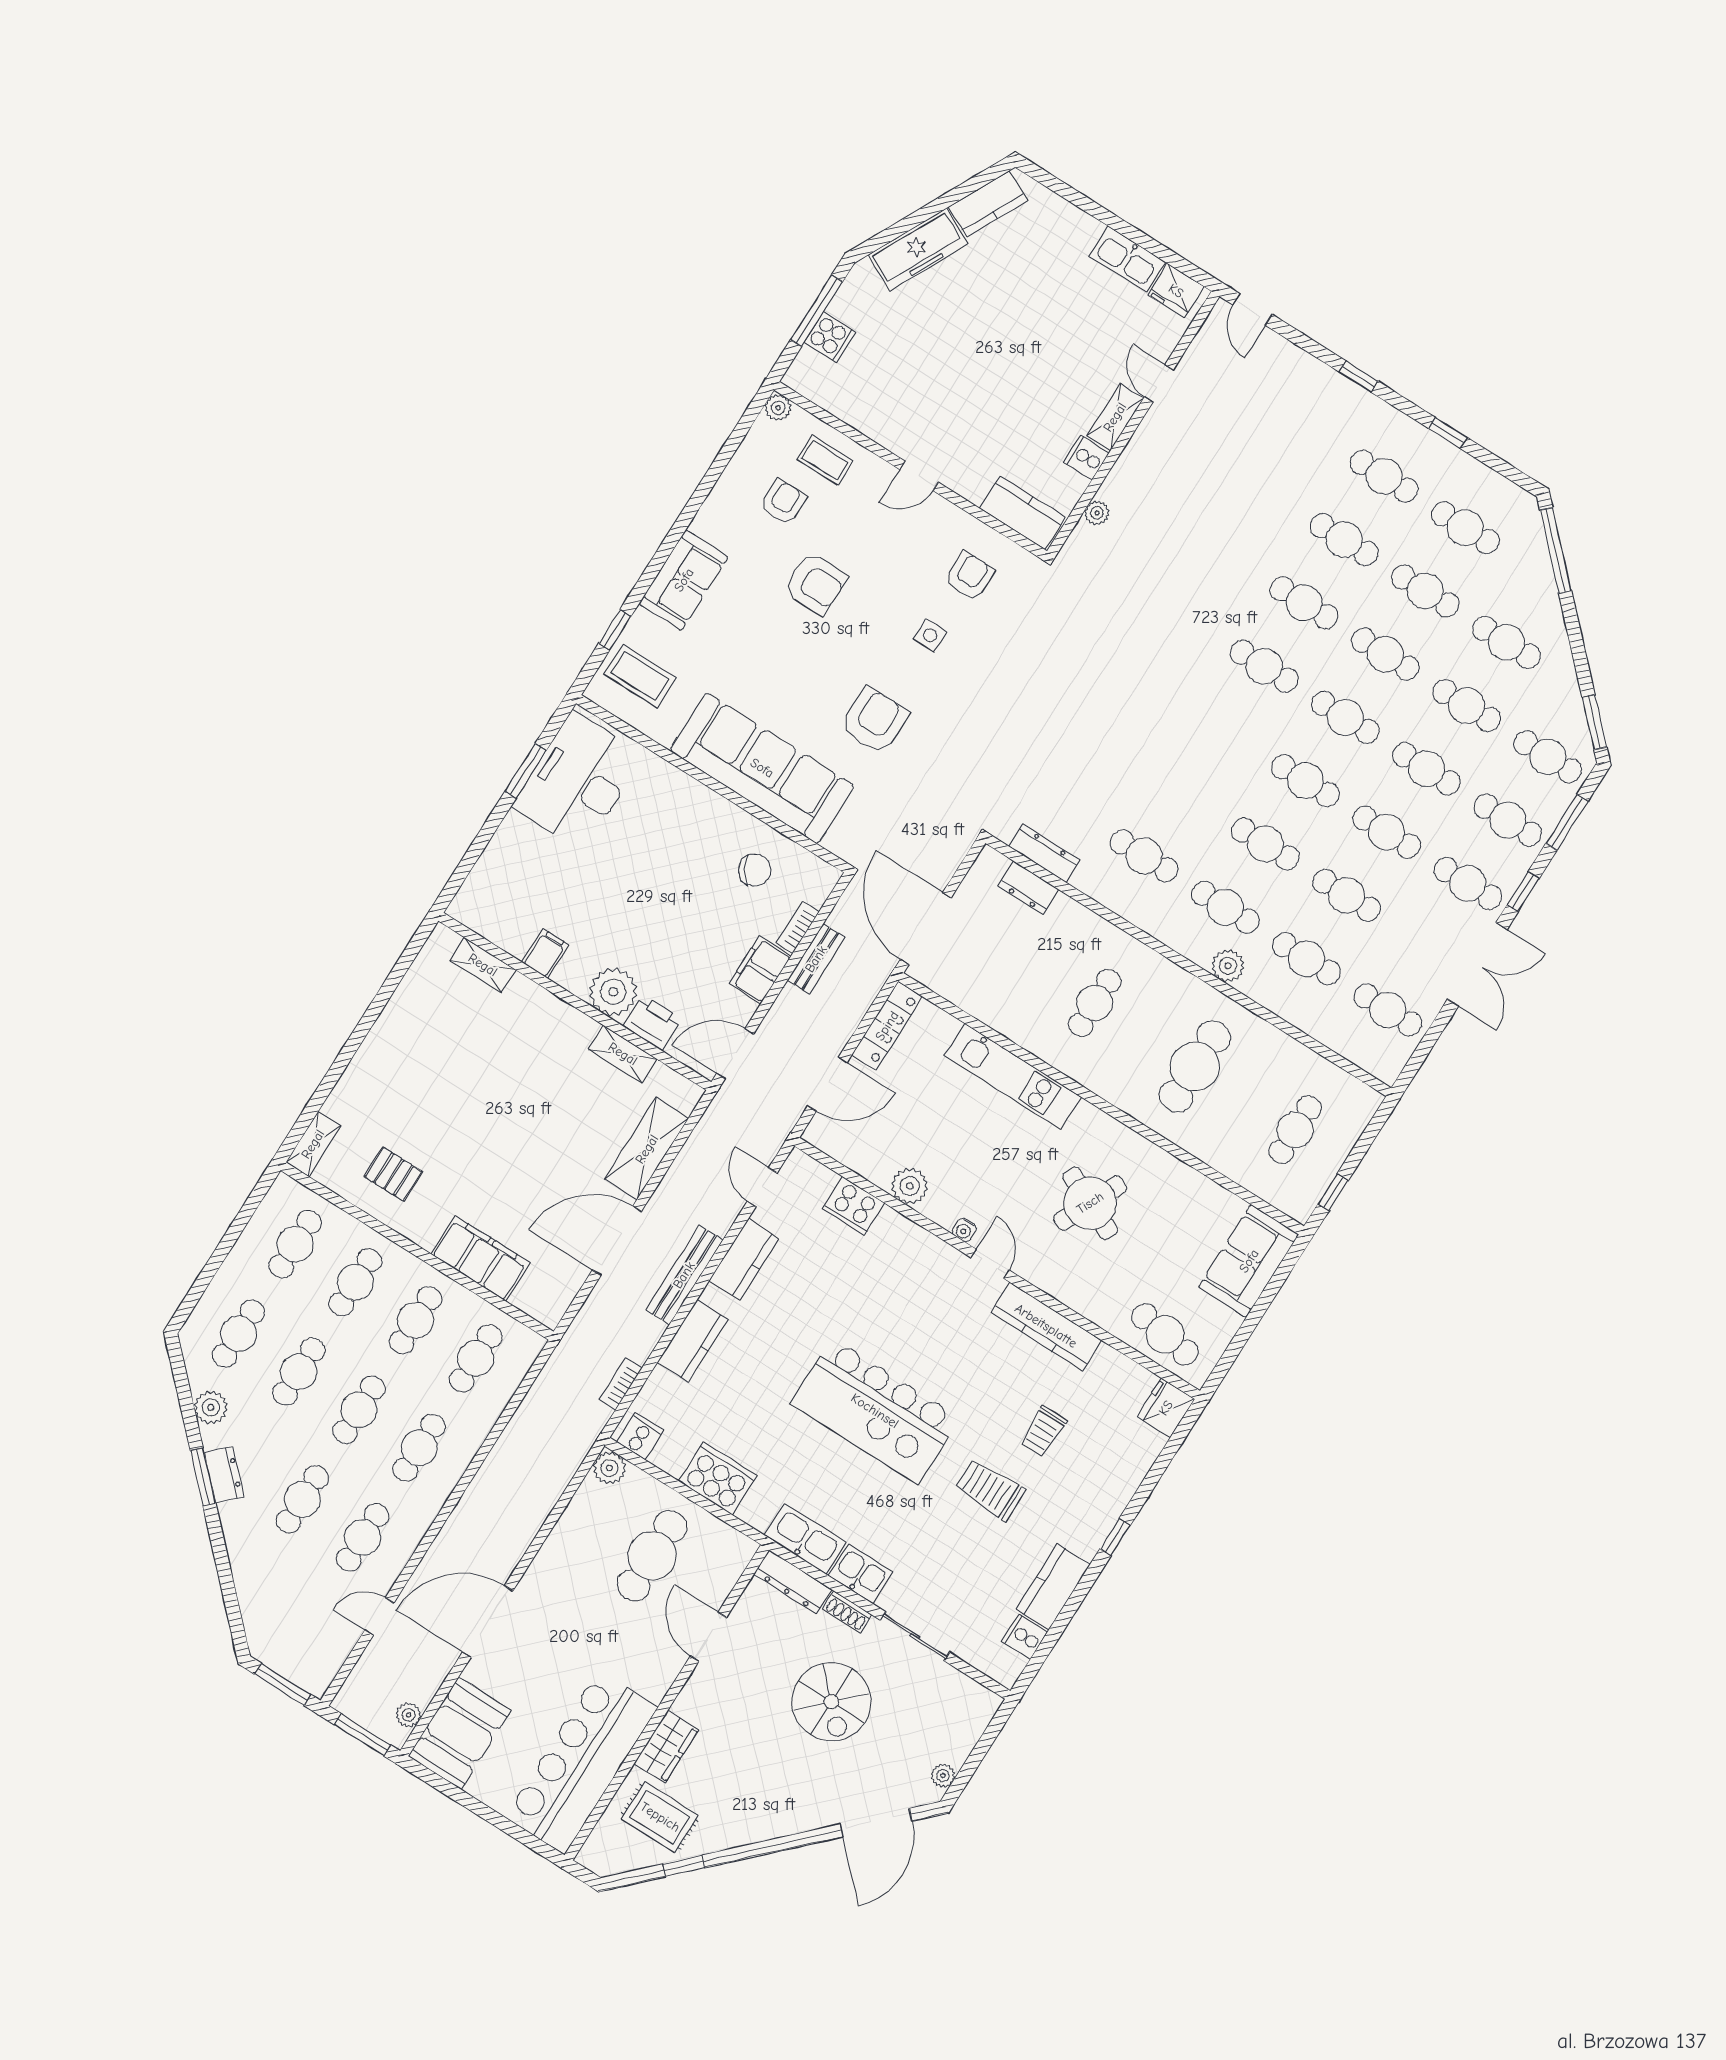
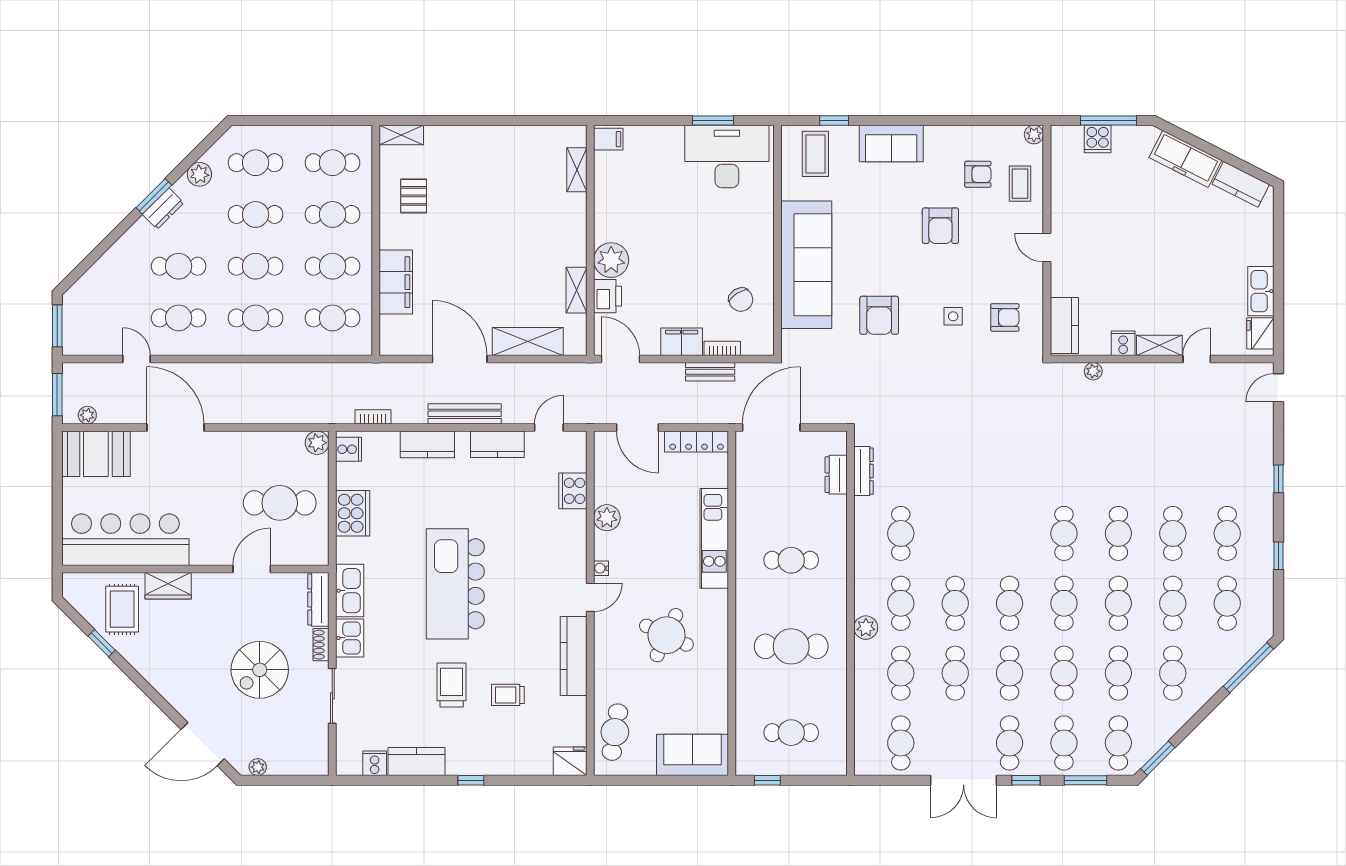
armchair: (874, 721) -> (879, 315), turned 90
filing cabinet: (545, 953) -> (608, 139), moved

